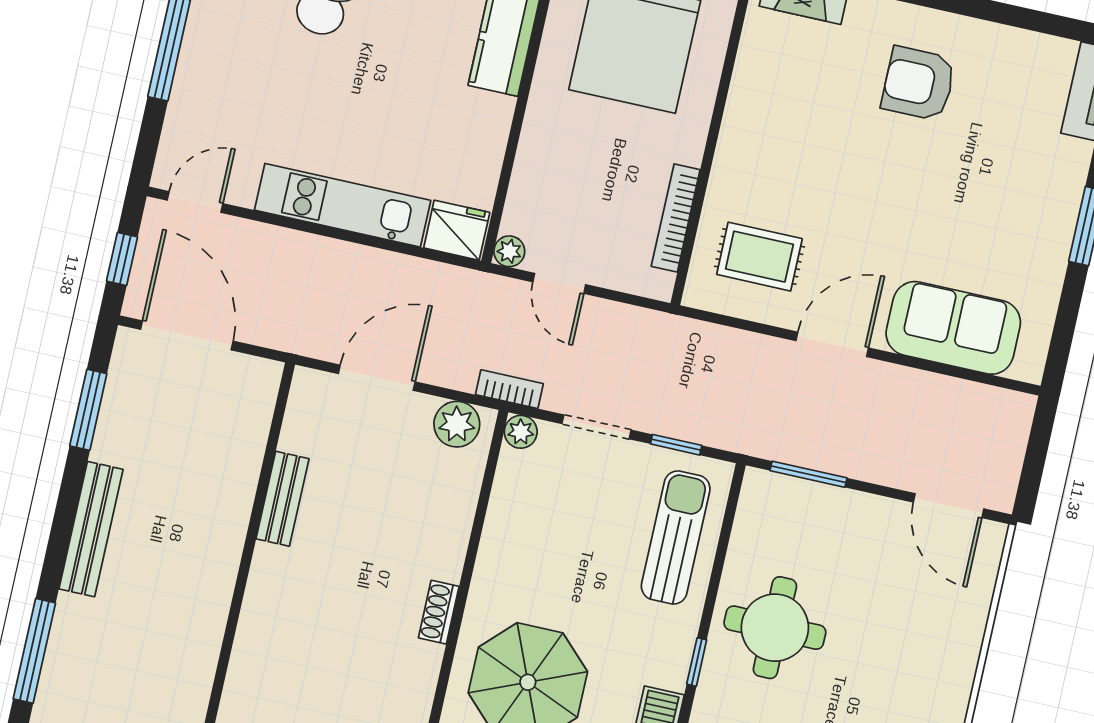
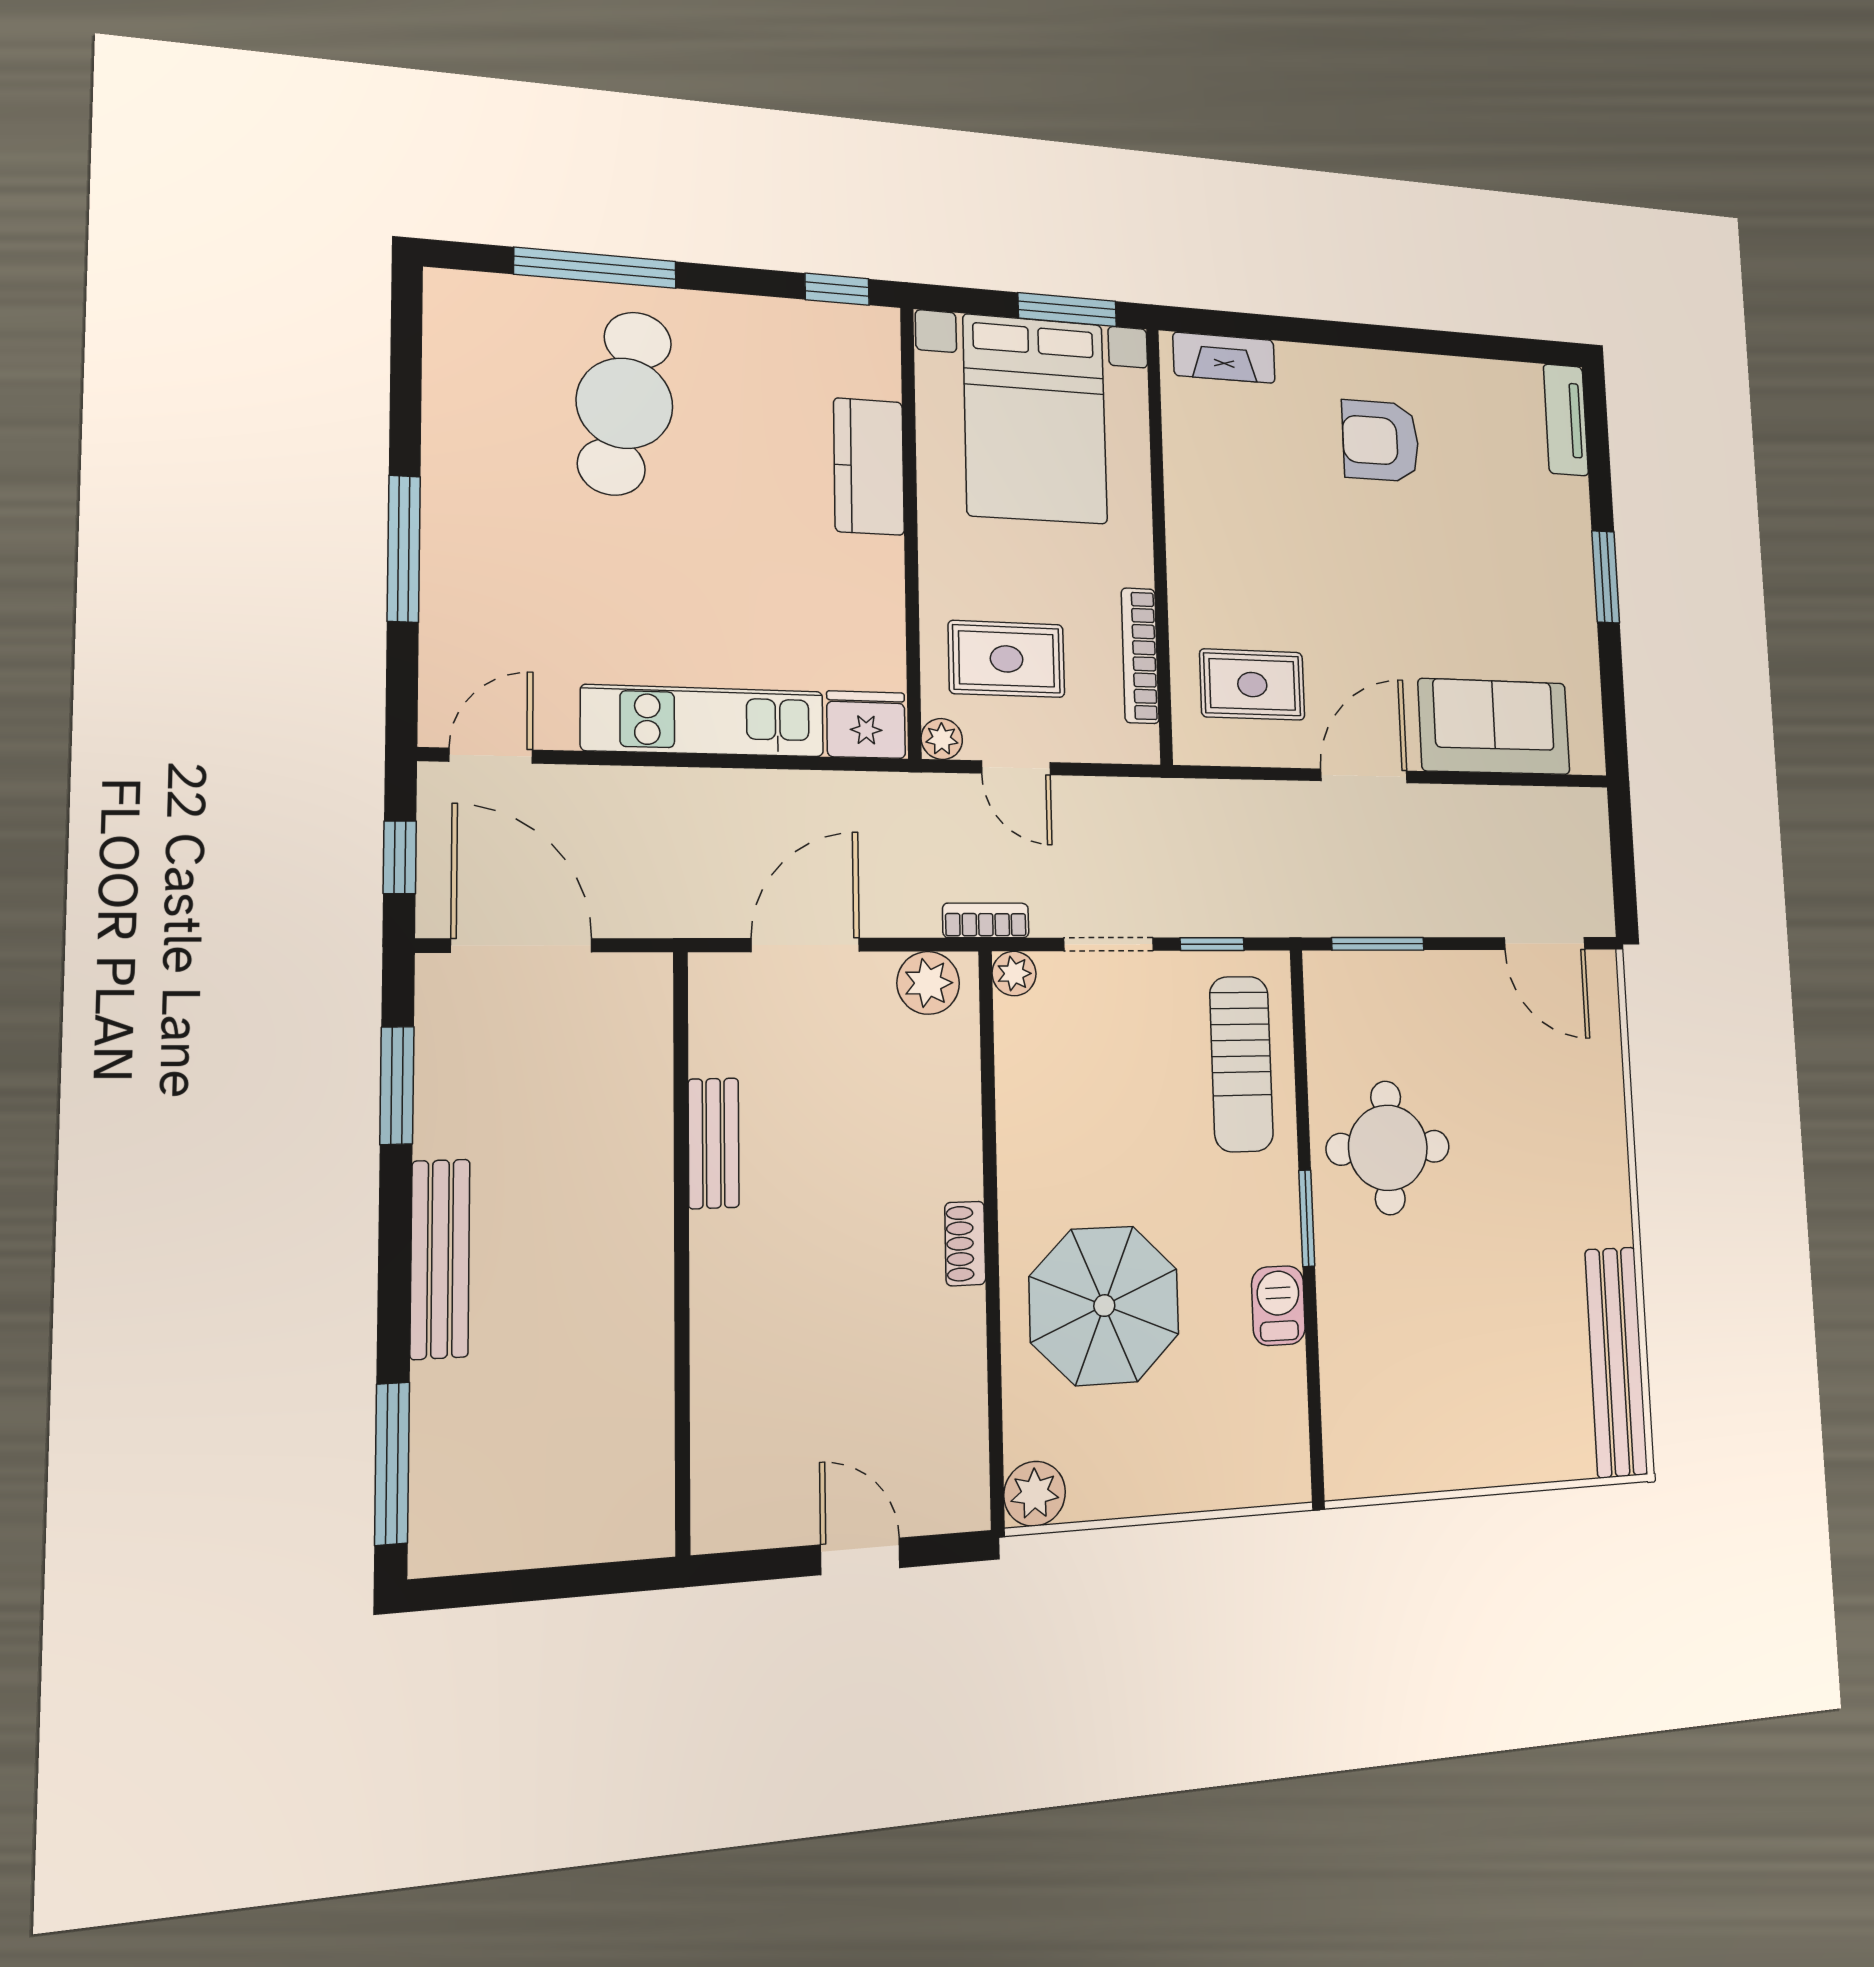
rug: (572, 202) -> (1007, 659), added
sun lounger: (676, 537) -> (1241, 1064), turned 180
window: (697, 662) -> (1307, 1218), width x1.50

